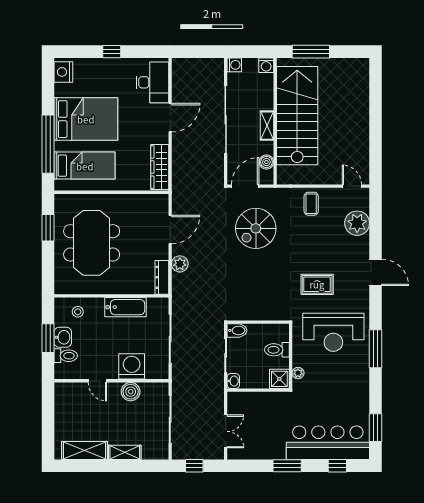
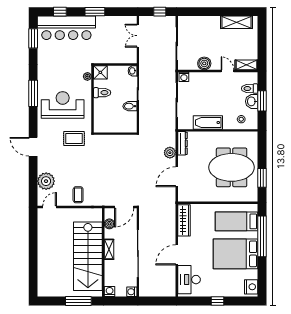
door: (352, 186) -> (50, 207), swing flipped
spiral stairs: (256, 228) -> (117, 178), removed
meeting table: (92, 243) -> (232, 167), turned 90
wall: (258, 322) -> (115, 134), moved
washing machine: (132, 366) -> (184, 77), moved, width x0.53, depth x0.53
shelving: (125, 452) -> (246, 65), moved

